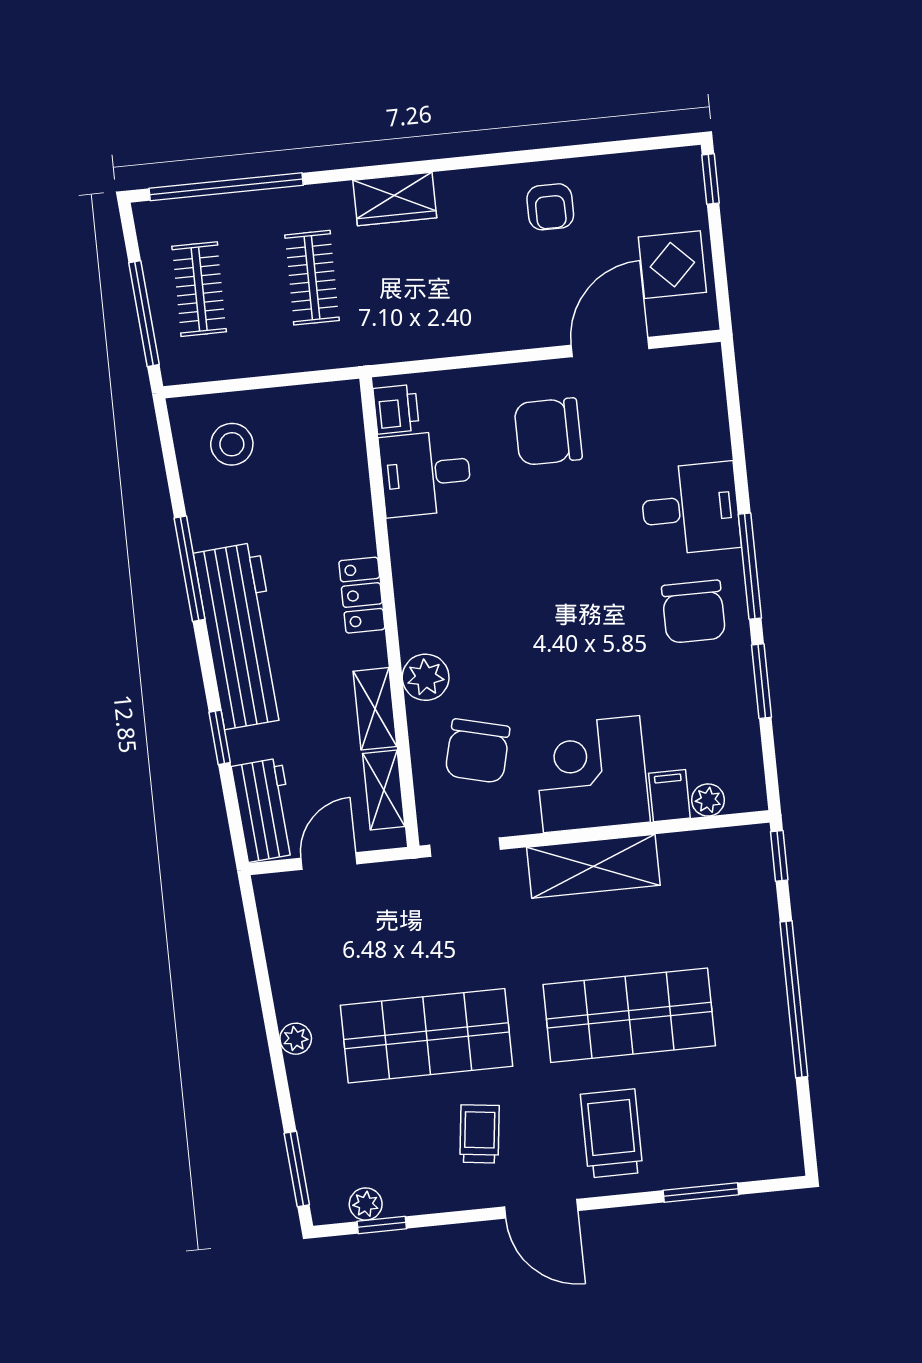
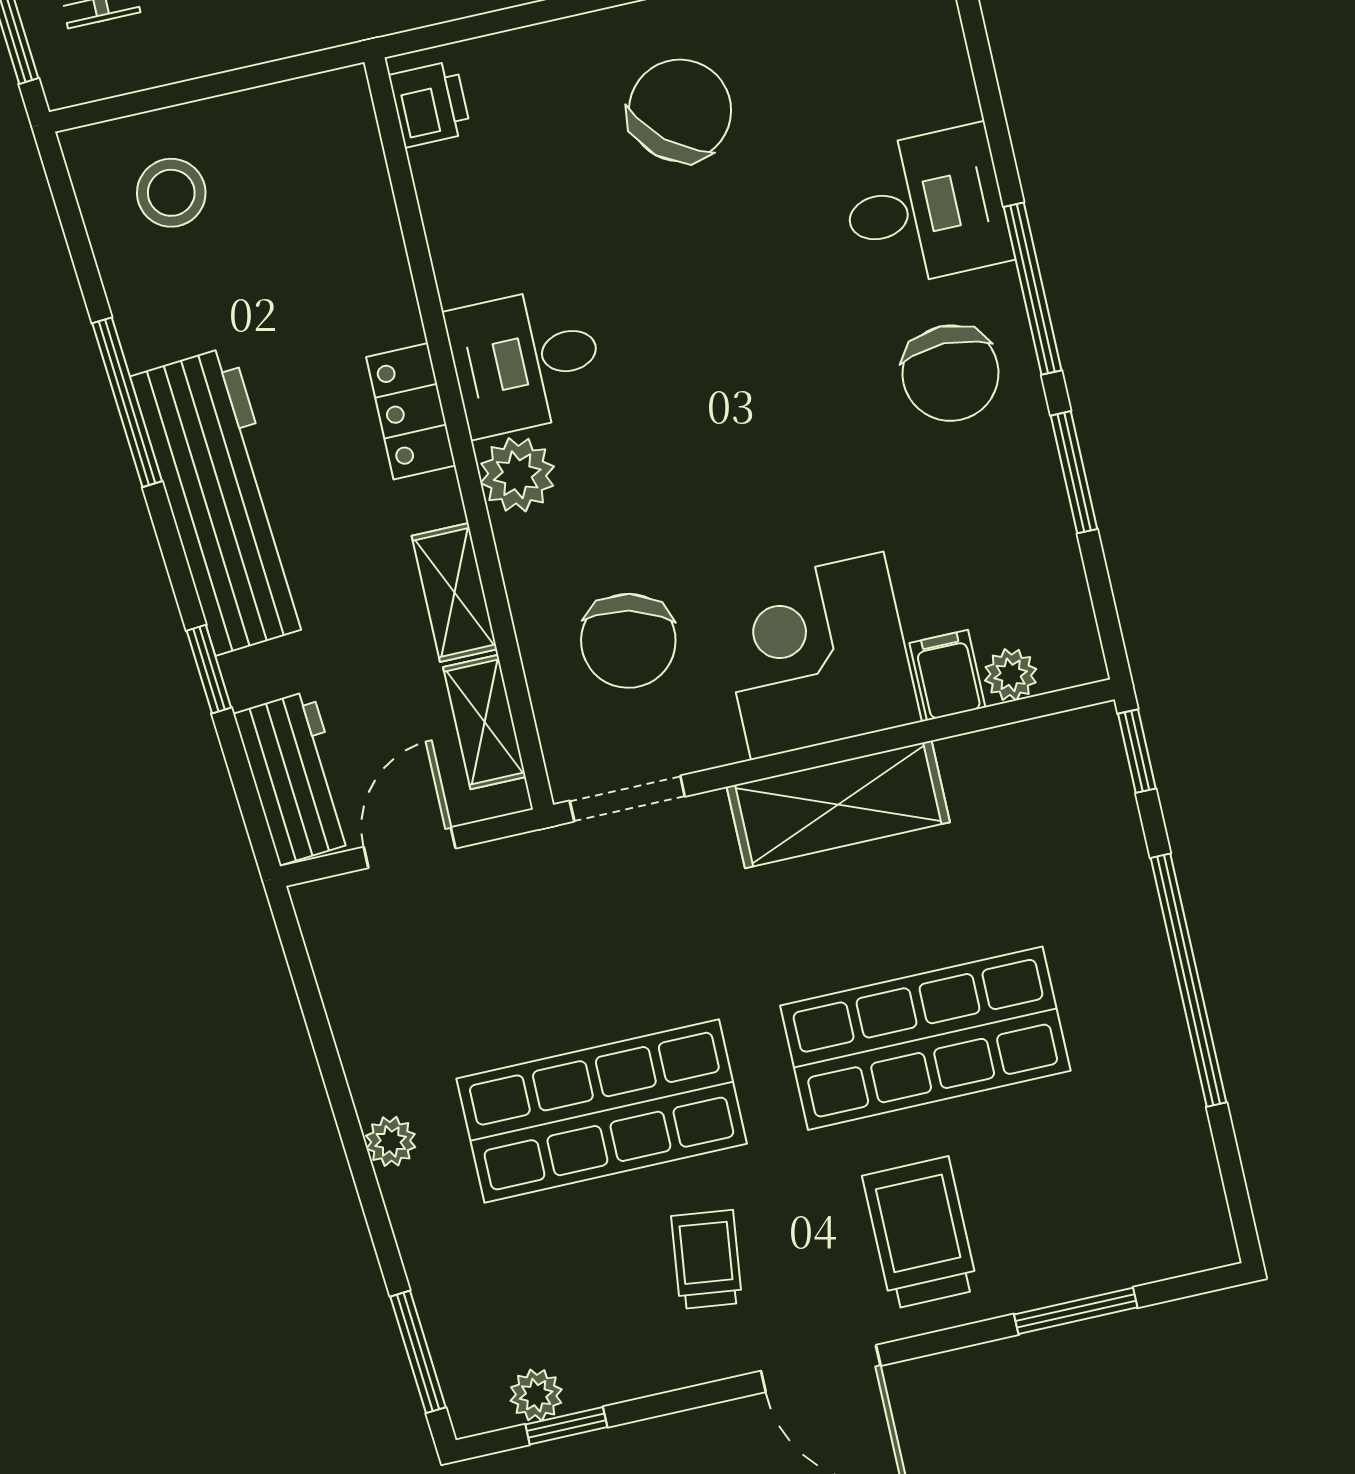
chair: (548, 432) -> (680, 110), turned 131
desk: (426, 474) -> (526, 361), moved
plant: (426, 677) -> (517, 475), moved

